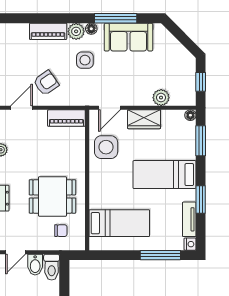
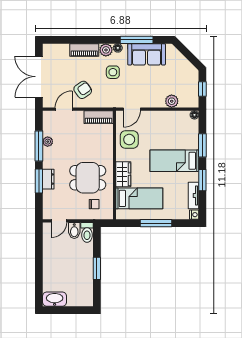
wardrobe: (144, 119) -> (123, 174), moved, turned -90
window: (201, 141) -> (202, 145), moved
window: (160, 255) -> (156, 223), moved

